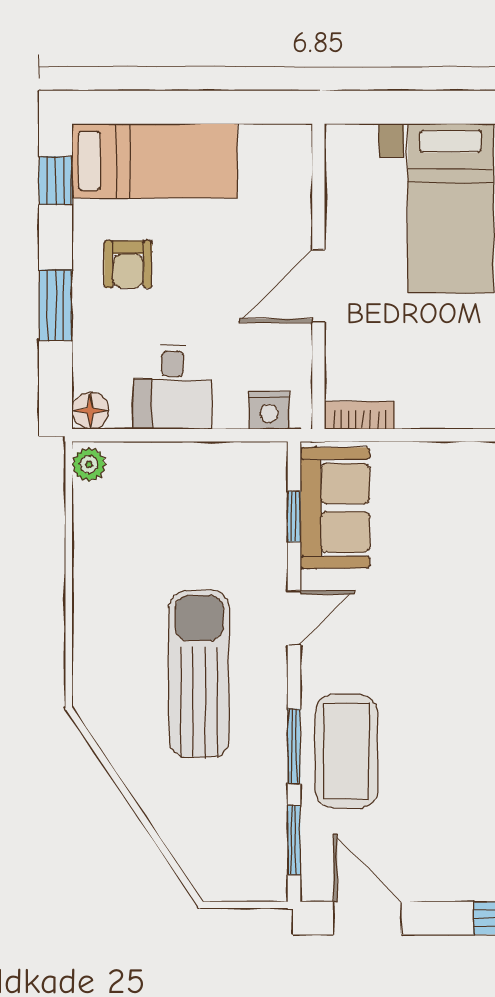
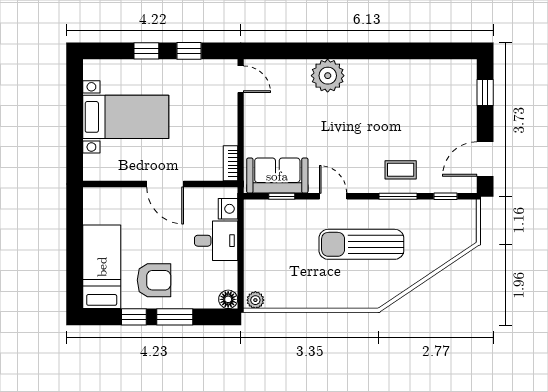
window: (56, 181) -> (134, 317), moved
armchair: (128, 264) -> (154, 280), width x1.38, depth x1.38
desk: (172, 387) -> (216, 241), moved
coffee table: (346, 751) -> (401, 170), width x0.54, depth x0.58
window: (294, 840) -> (445, 196), width x0.67

